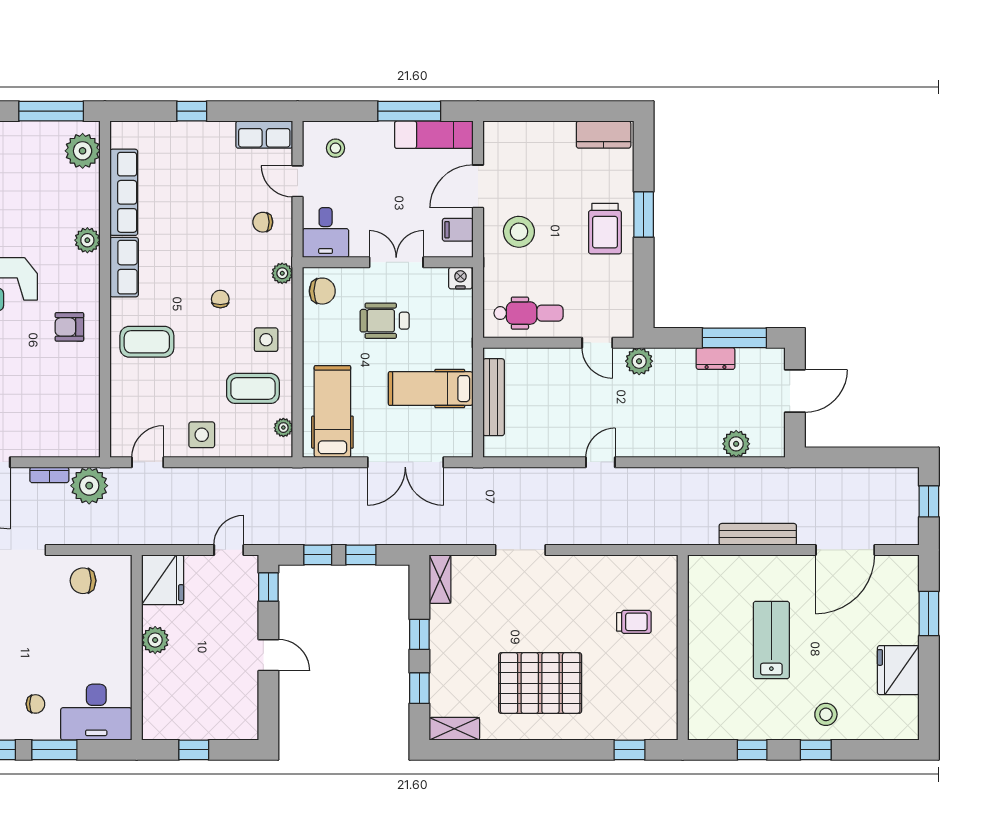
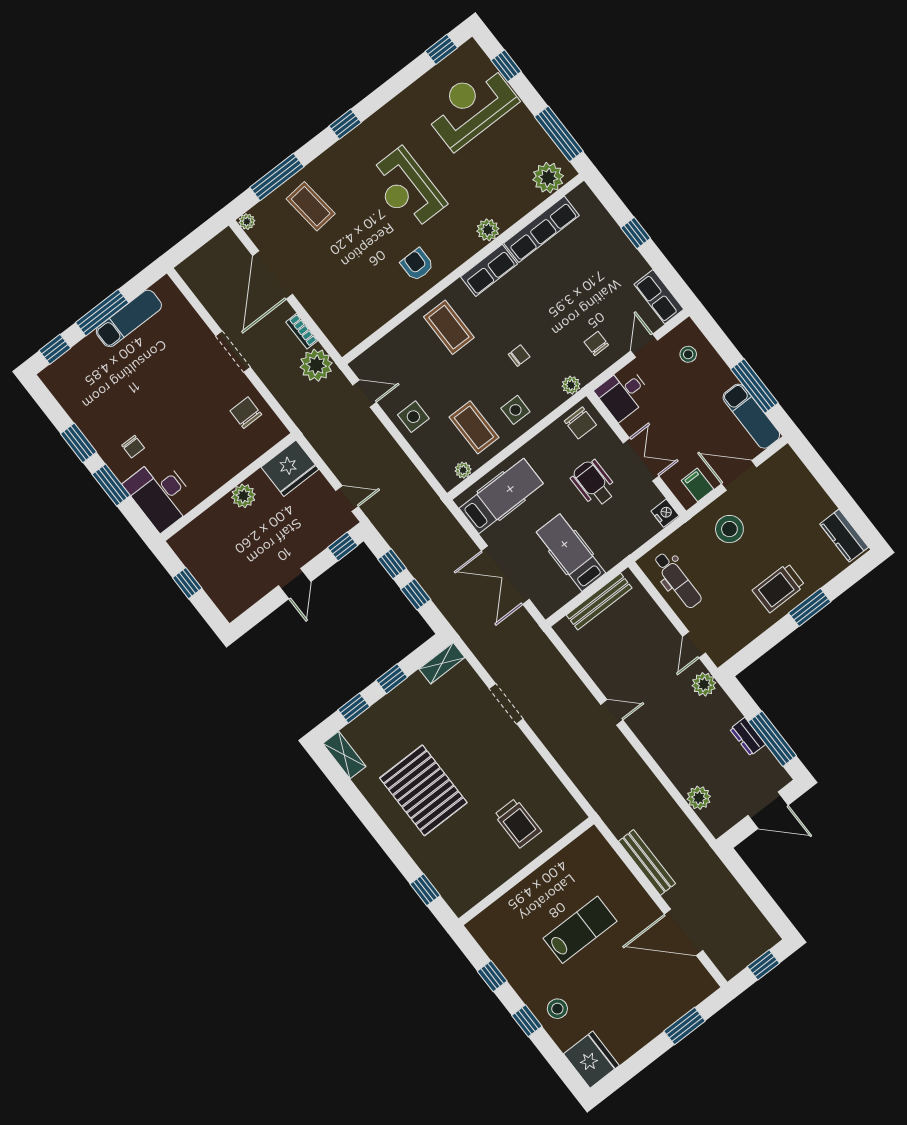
trolley: (634, 622) -> (518, 823), width x1.36, depth x1.39
fridge: (898, 670) -> (591, 1060), moved, turned 90

